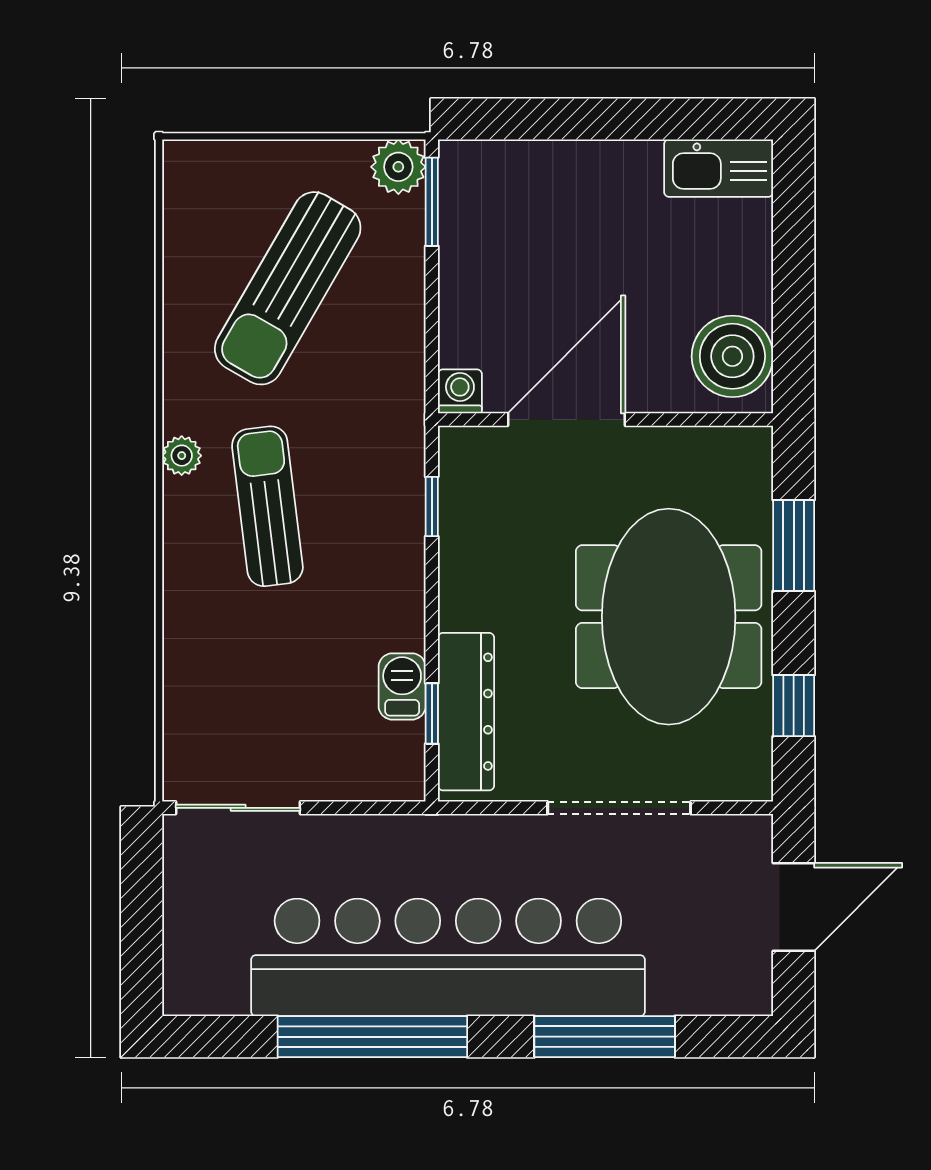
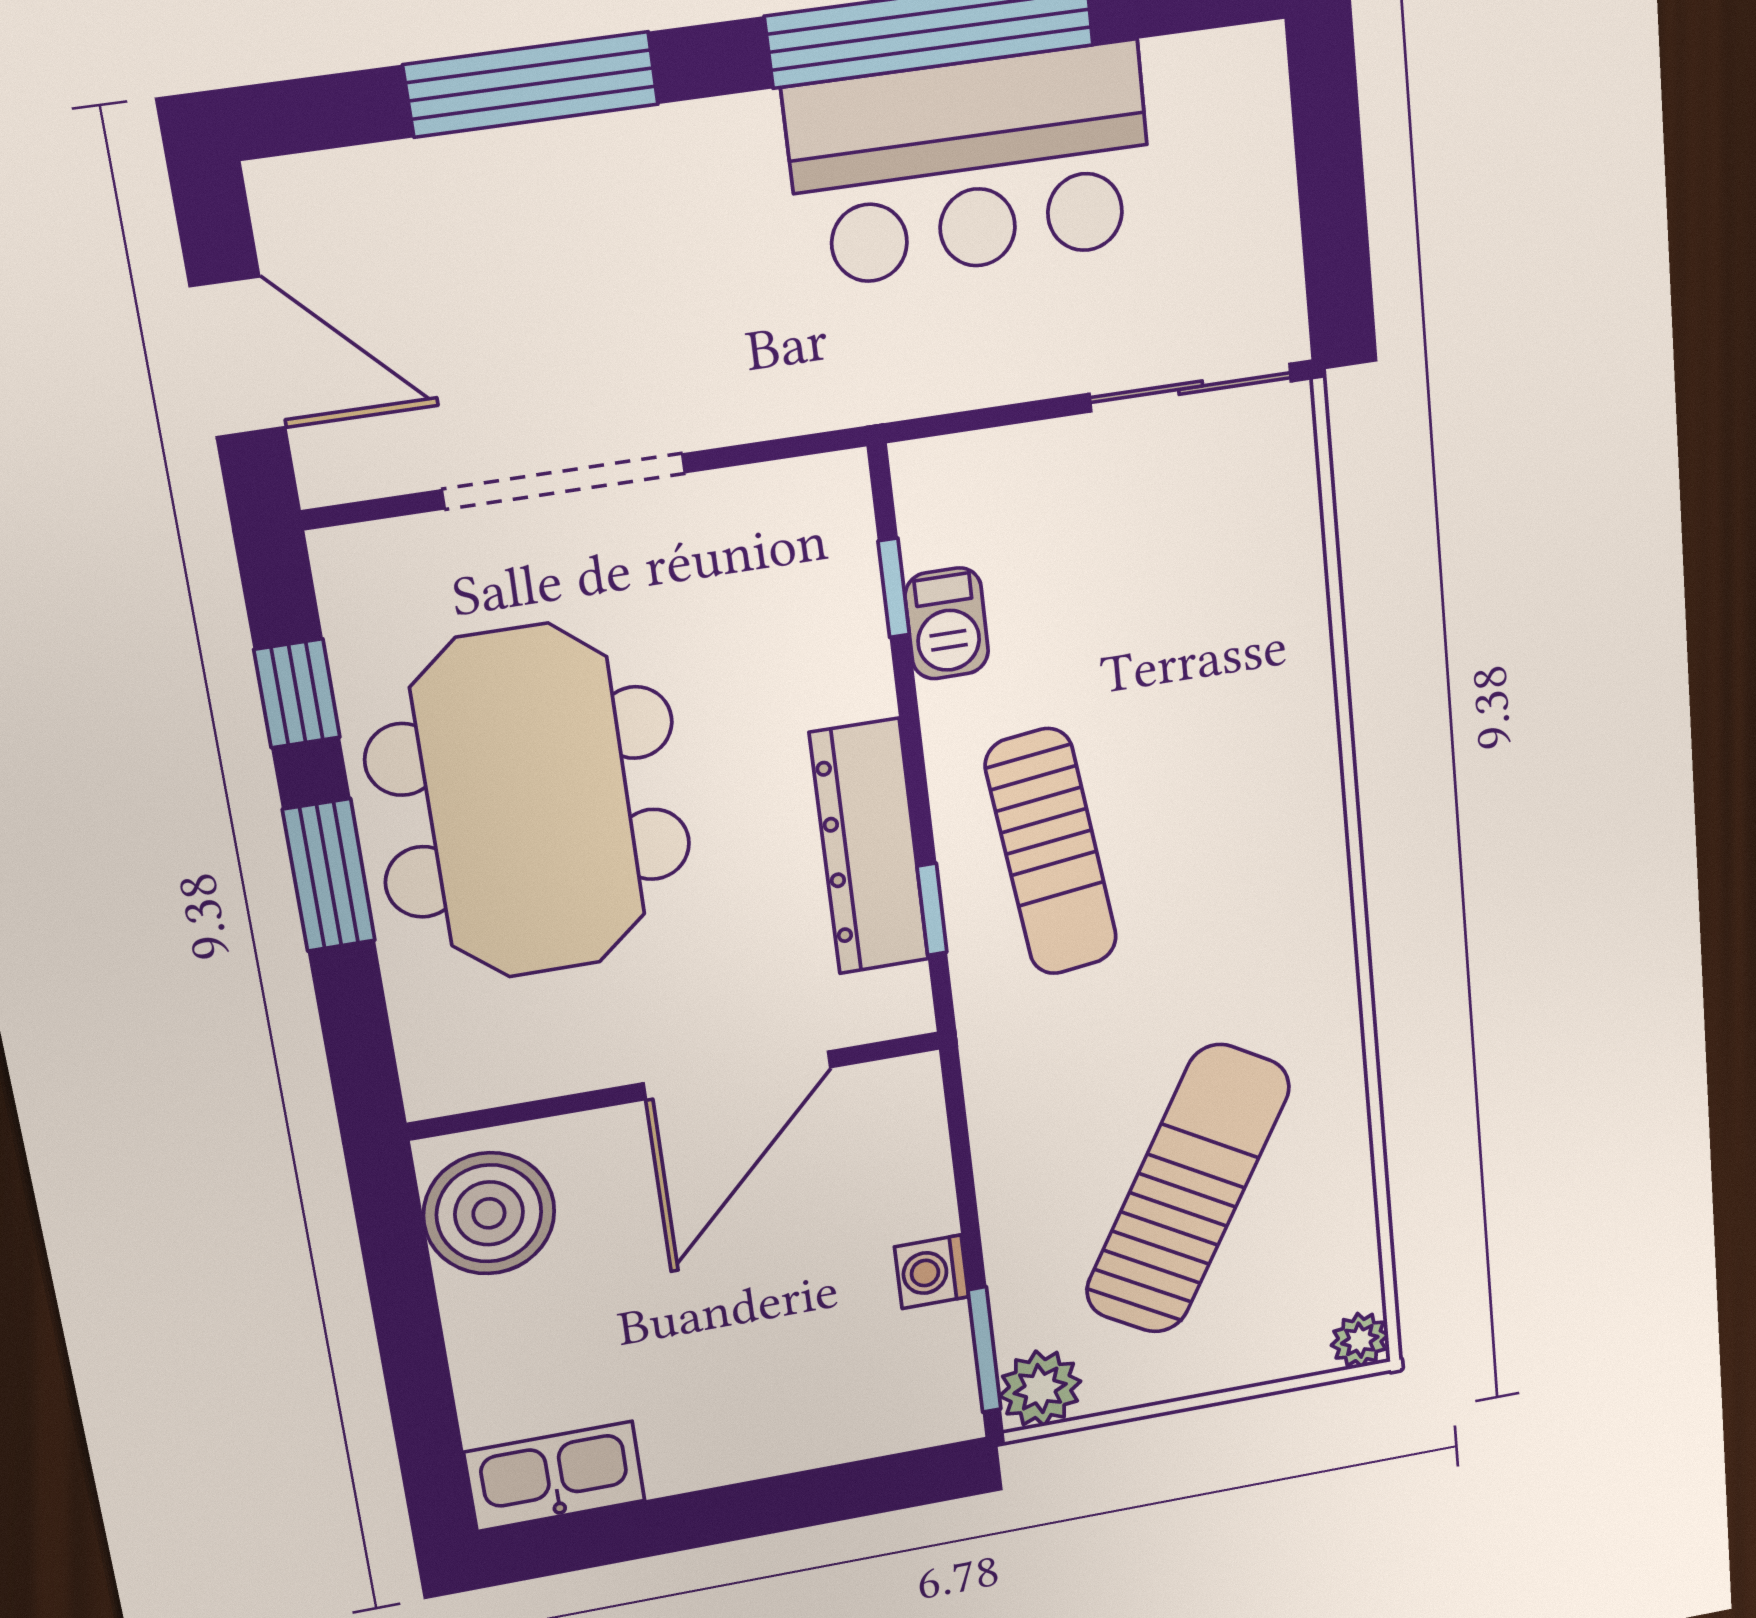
washing machine: (460, 391) -> (932, 1272), moved, turned 90
plant: (182, 456) -> (1360, 1340), moved
sun lounger: (267, 506) -> (1051, 852), moved
window: (794, 546) -> (329, 875), moved
dresser: (466, 712) -> (869, 847), moved
door: (794, 907) -> (238, 357), swing flipped
bar counter: (448, 957) -> (971, 165), width x0.54

